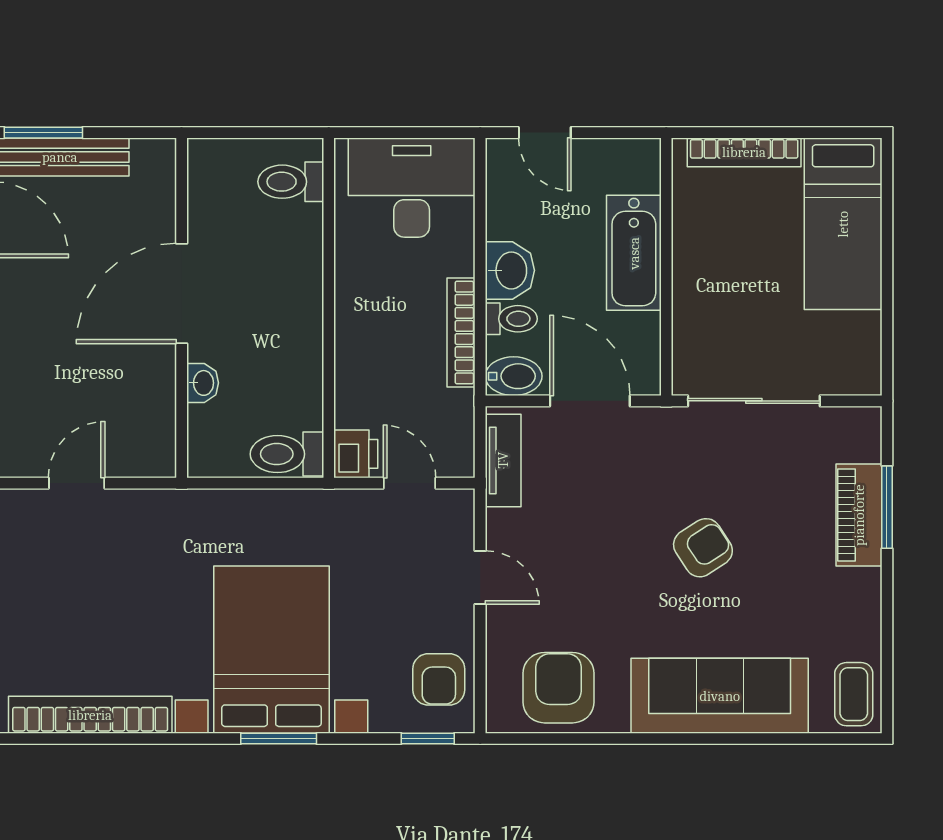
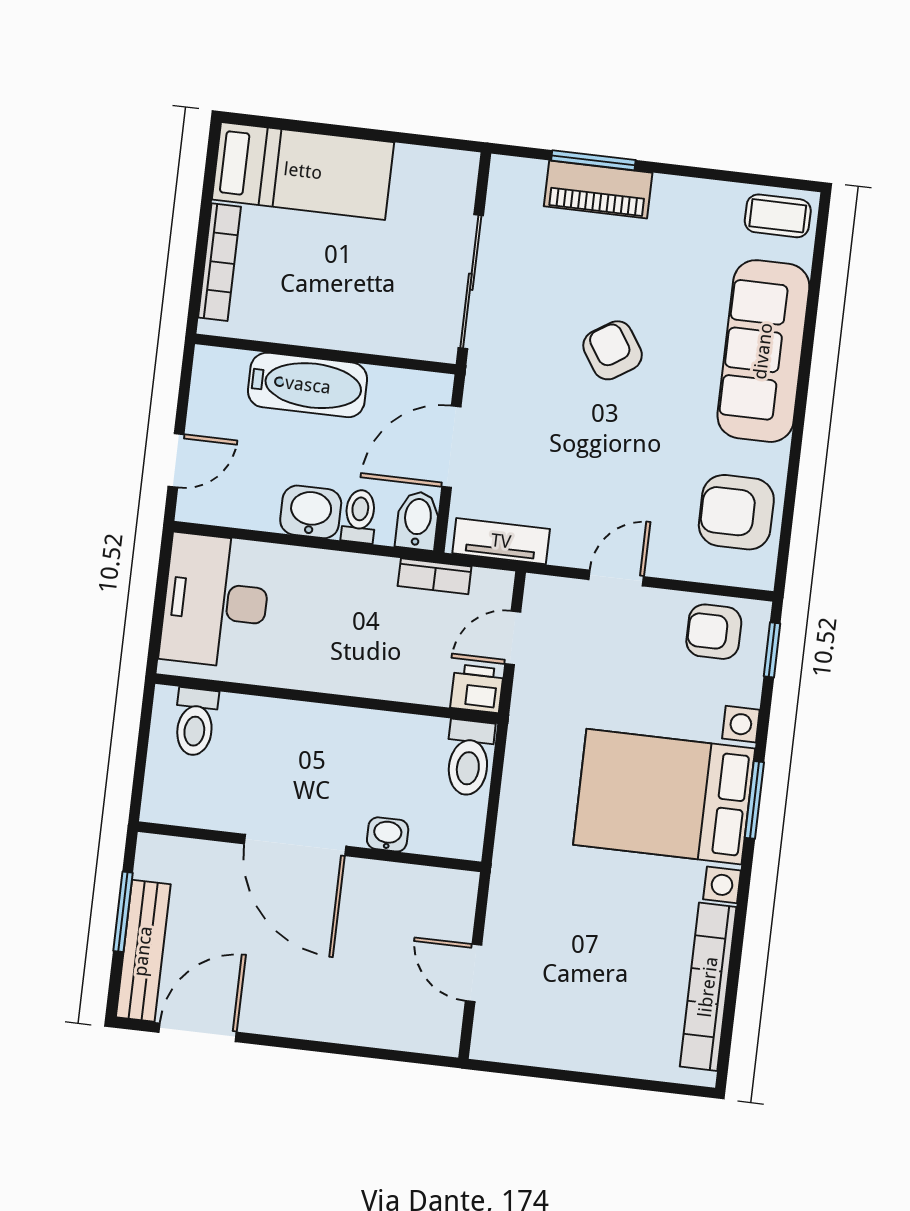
window: (43, 133) -> (123, 912), moved
bookcase: (461, 333) -> (435, 576), moved, width x0.64
armchair: (439, 679) -> (714, 632), turned 180

